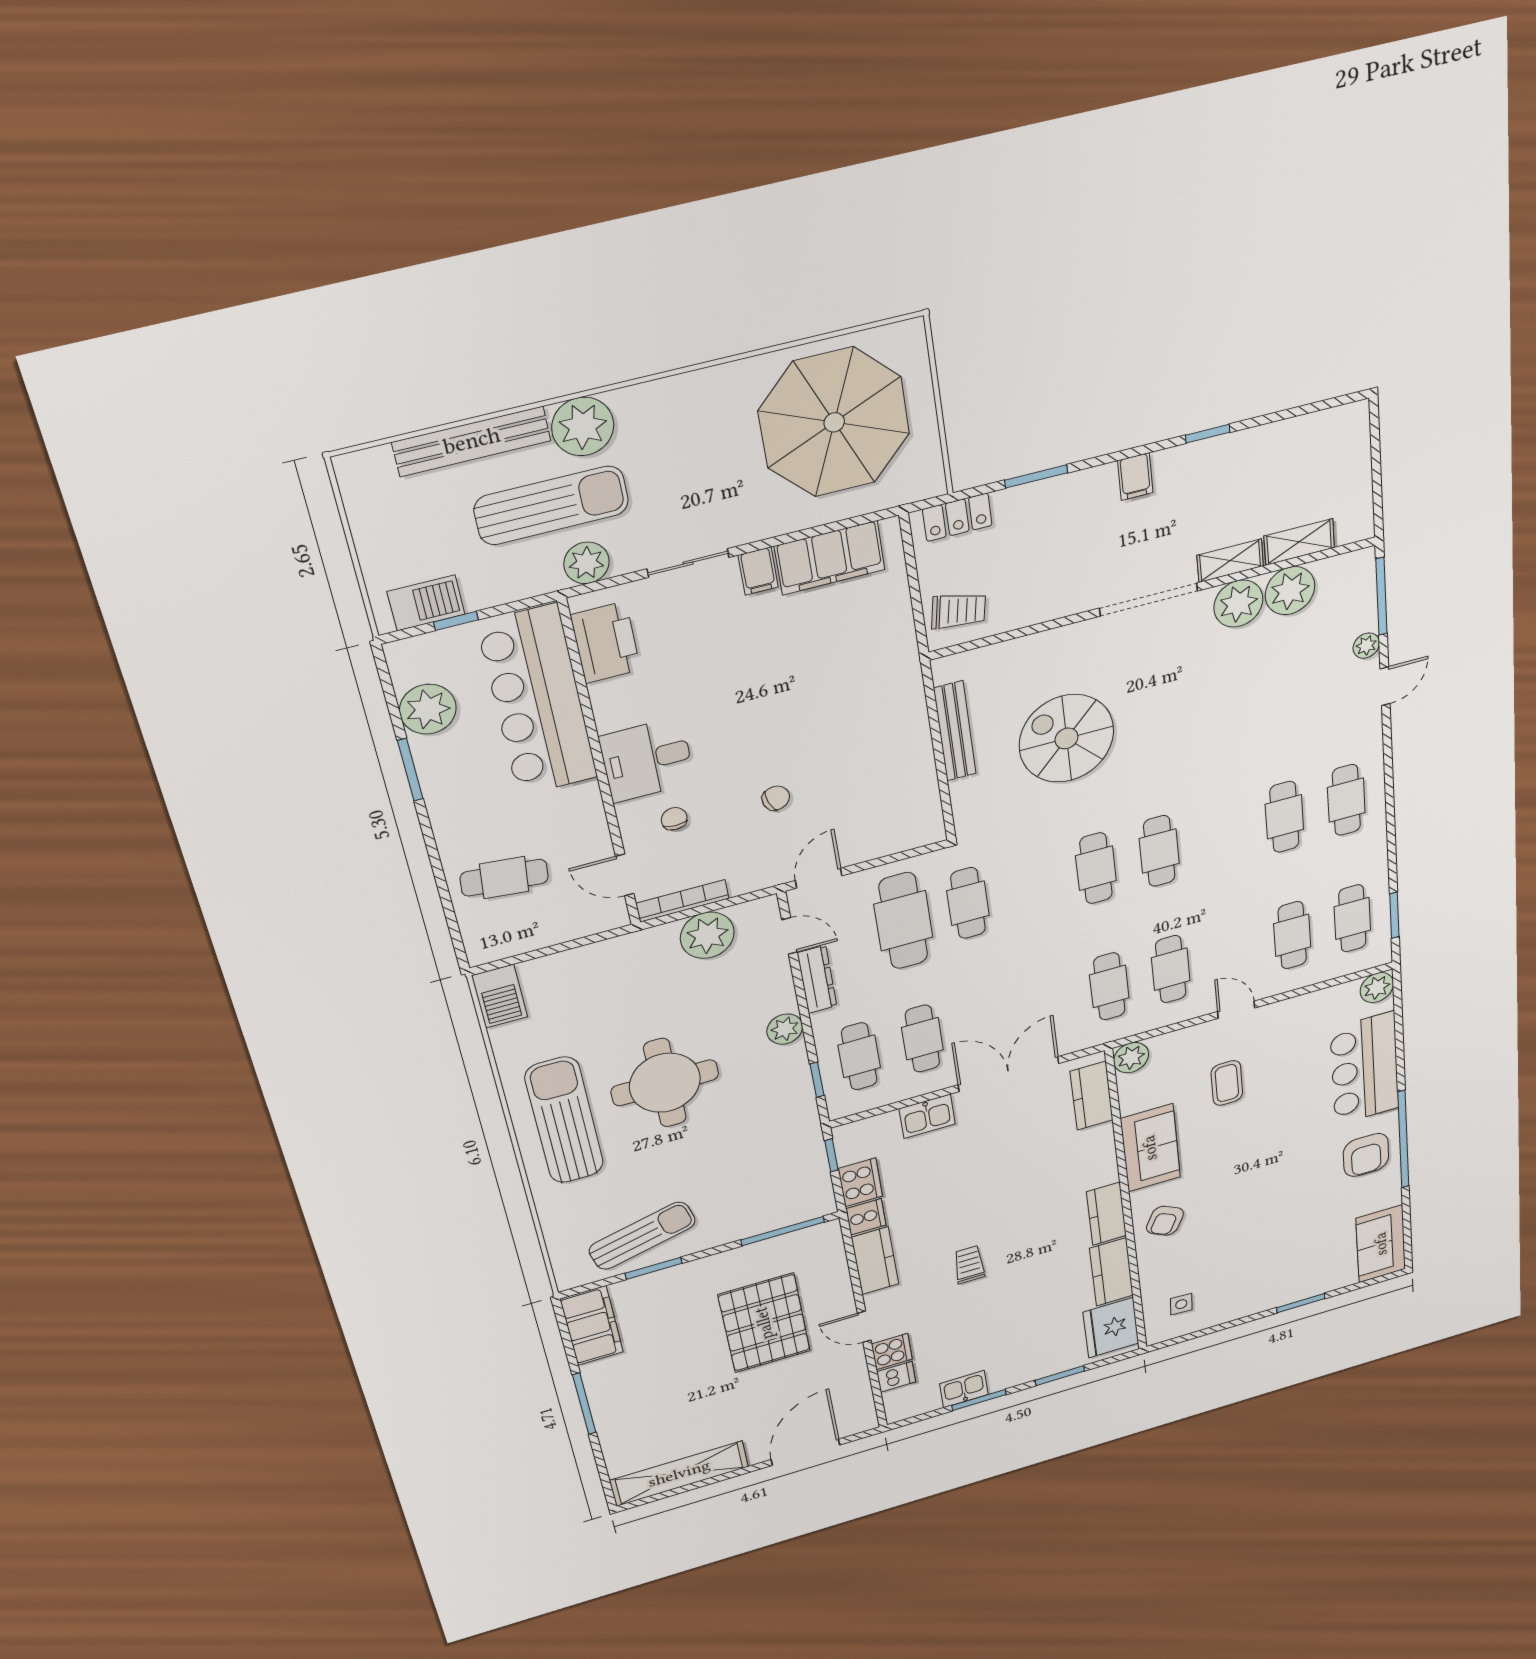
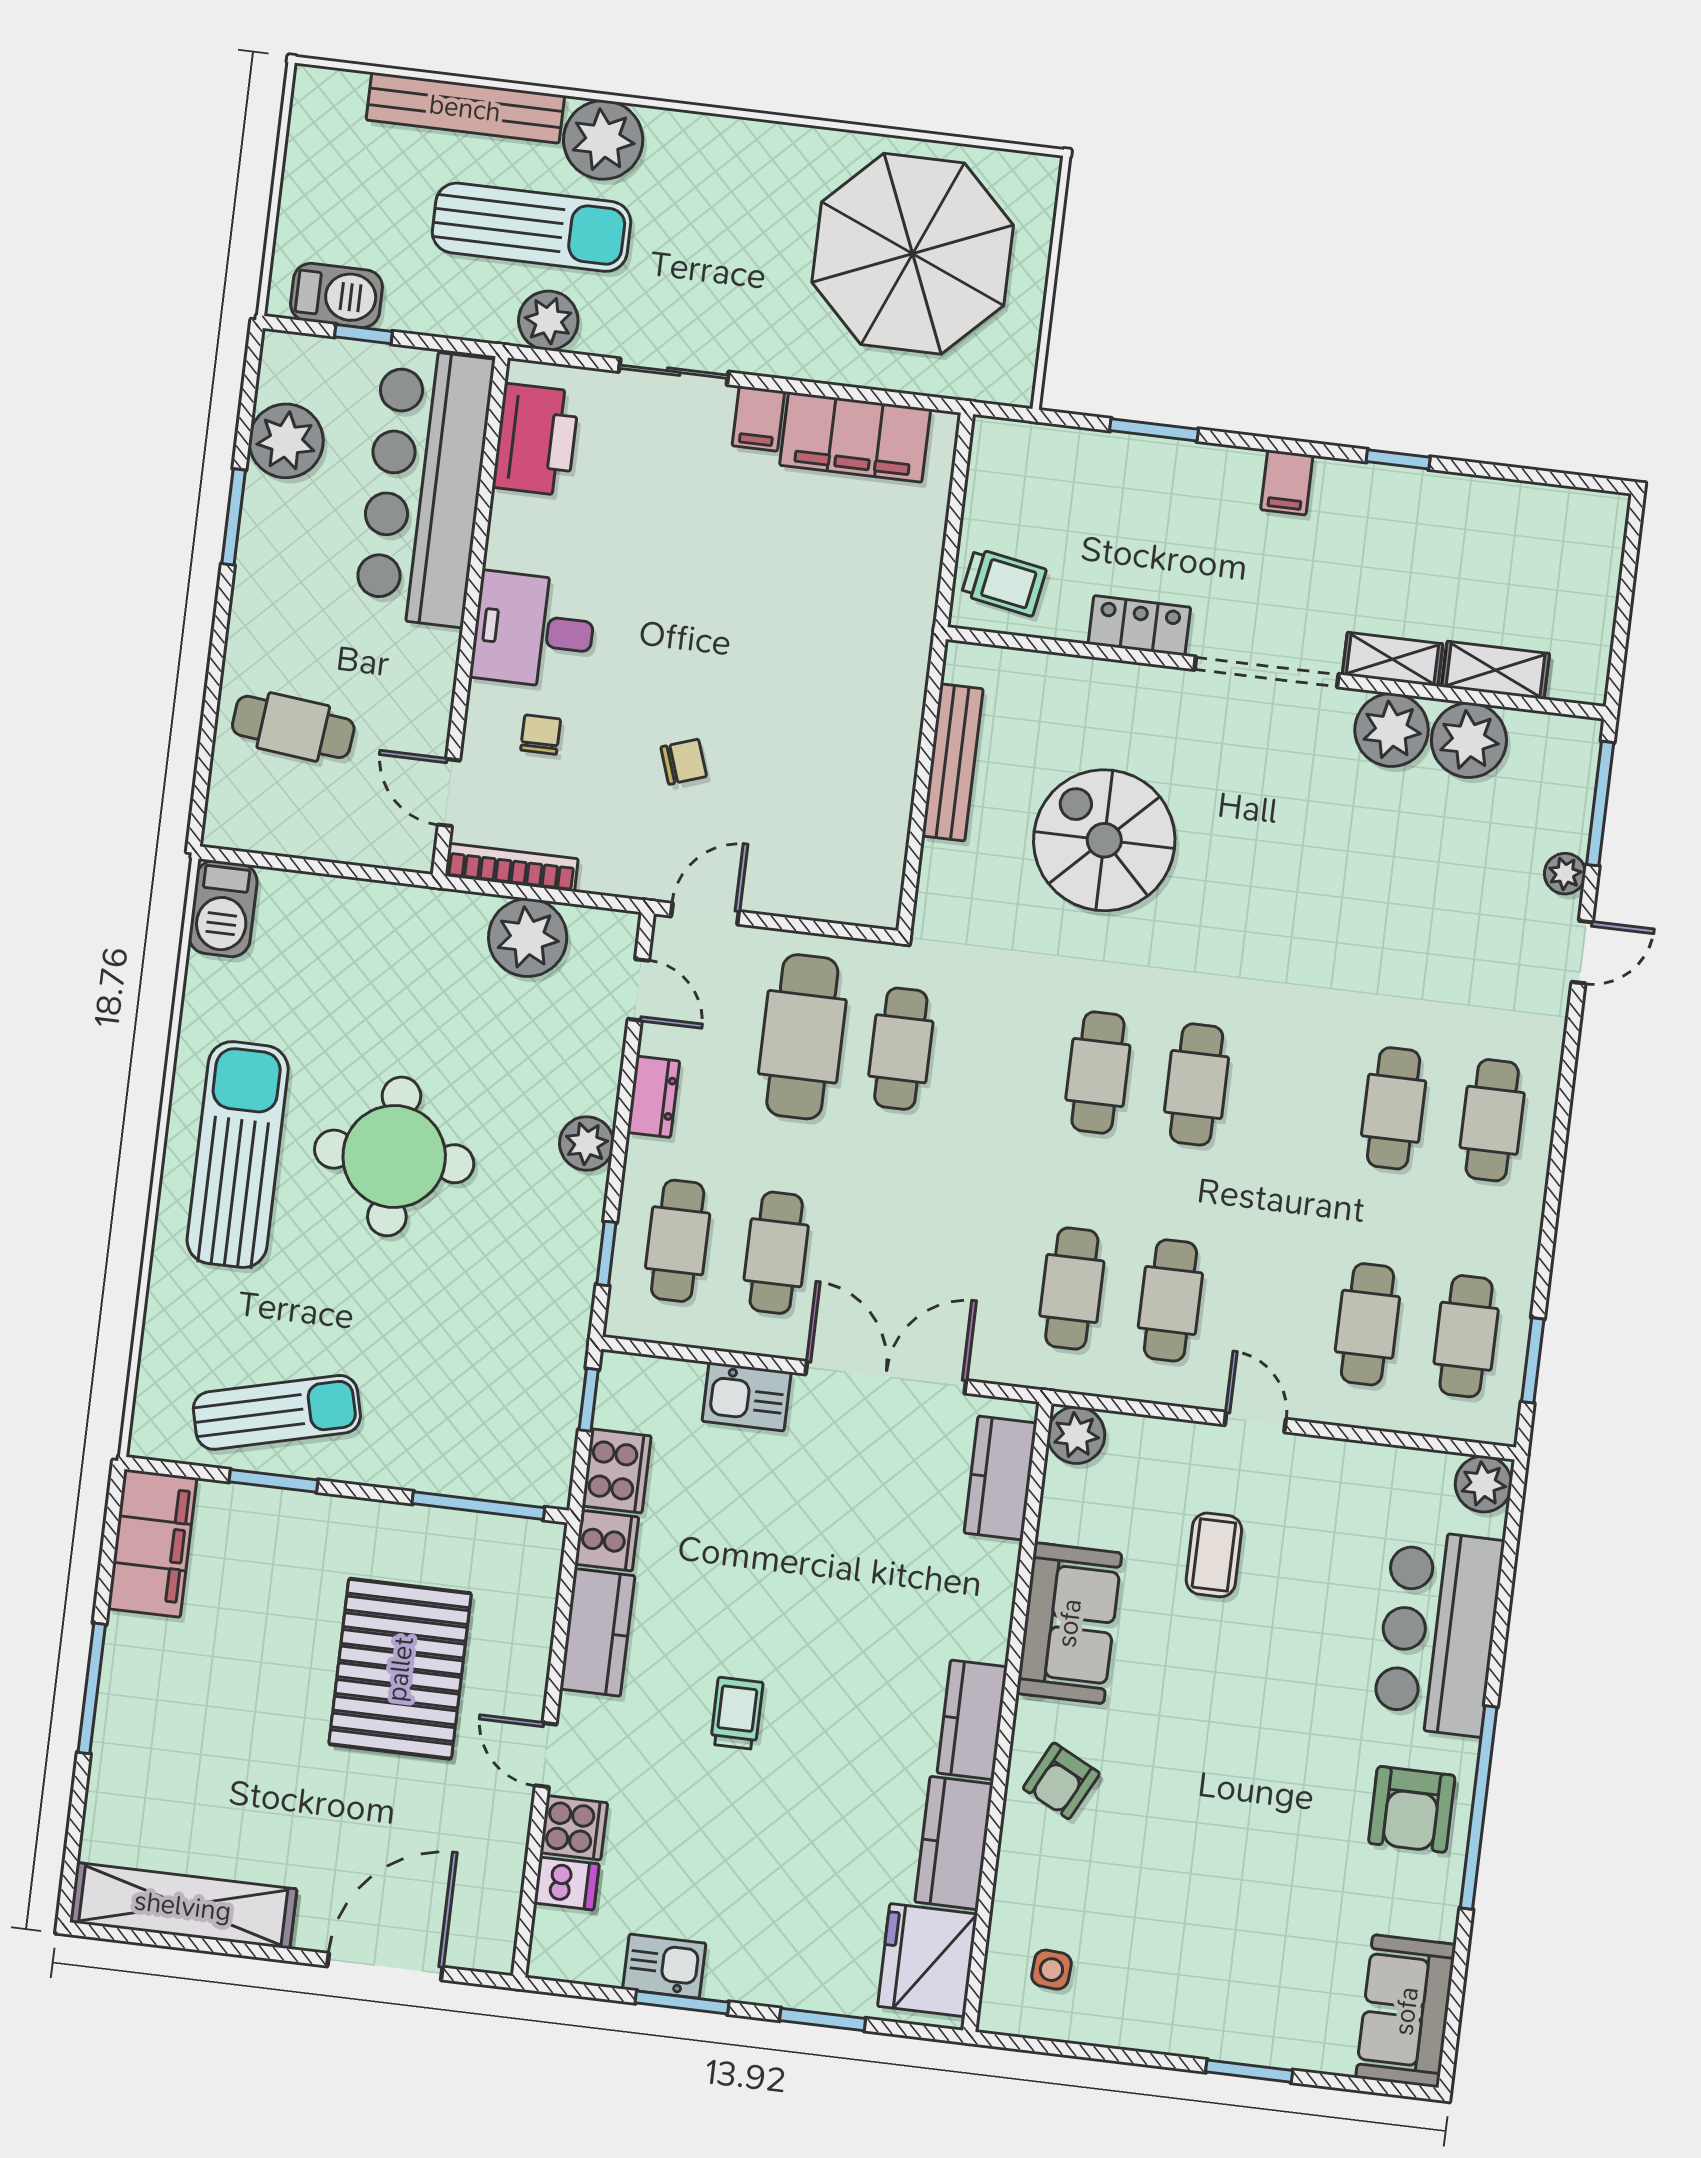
locker: (957, 517) -> (1139, 626), moved, turned 180
dresser: (817, 979) -> (653, 1097), width x0.70

